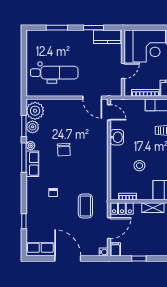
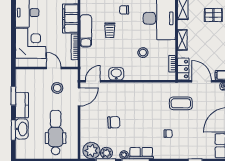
washbasin: (58, 37) -> (22, 129), added
kitchen counter: (107, 37) -> (22, 105), moved
stool: (102, 74) -> (57, 88), added
chair: (64, 150) -> (114, 122), moved

